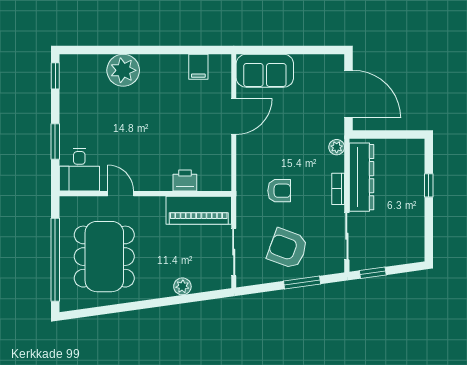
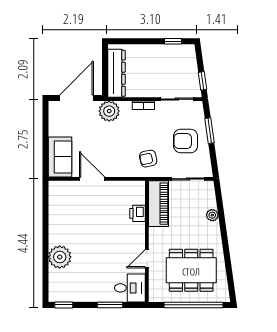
filing cabinet: (198, 67) -> (57, 204), removed
plant: (337, 147) -> (109, 111), width x1.87, depth x1.87
dresser: (362, 177) -> (116, 73), moved, turned 90
window: (429, 185) -> (173, 41), moved
armchair: (279, 191) -> (148, 159), moved, turned -102
armchair: (287, 249) -> (186, 141), turned 70

